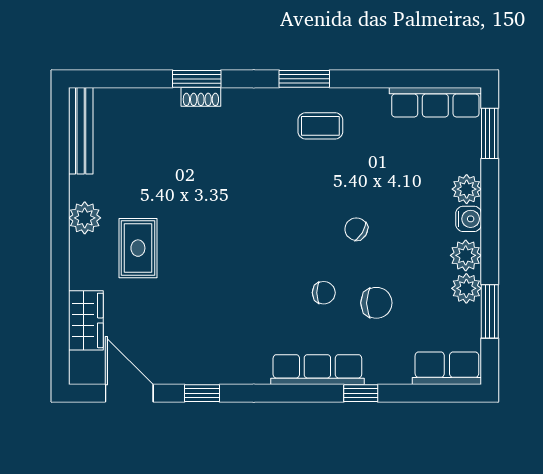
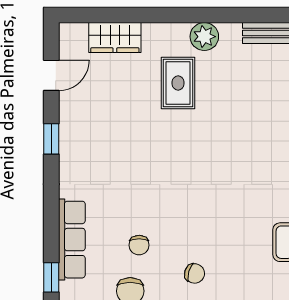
chair: (356, 229) -> (195, 273), turned 75
rug: (138, 248) -> (178, 83), turned 90
door: (129, 393) -> (51, 75), width x0.73

